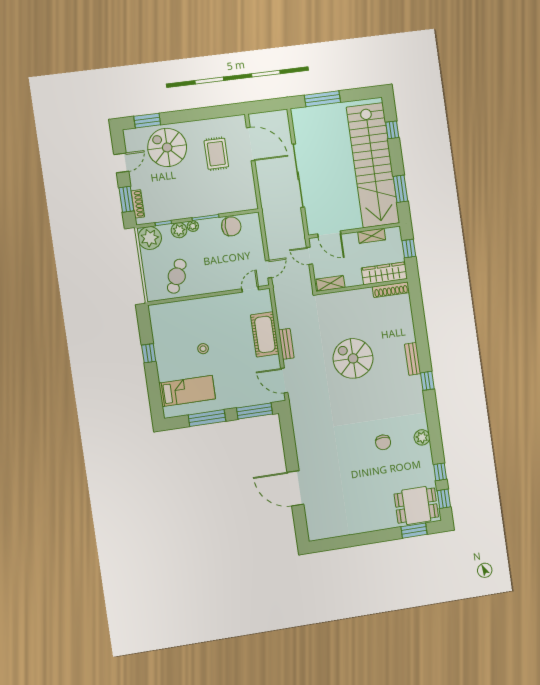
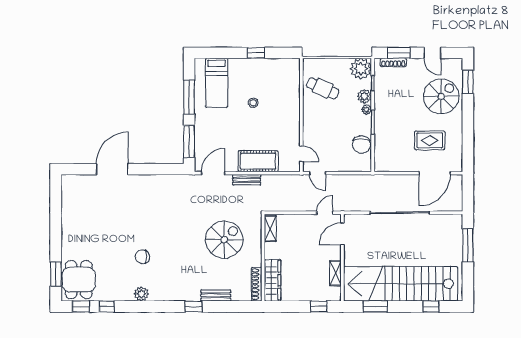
wardrobe: (384, 273) -> (273, 280), moved
shelving: (330, 283) -> (270, 229), moved
wall: (362, 287) -> (263, 258), moved
shoe rack: (391, 290) -> (257, 284), moved

